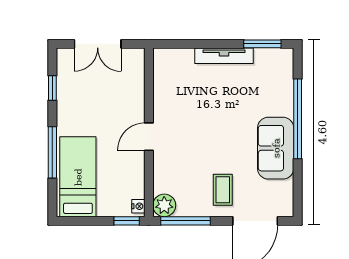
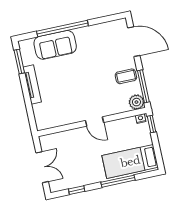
sofa: (276, 148) -> (55, 45), moved
coffee table: (223, 190) -> (126, 76), moved

